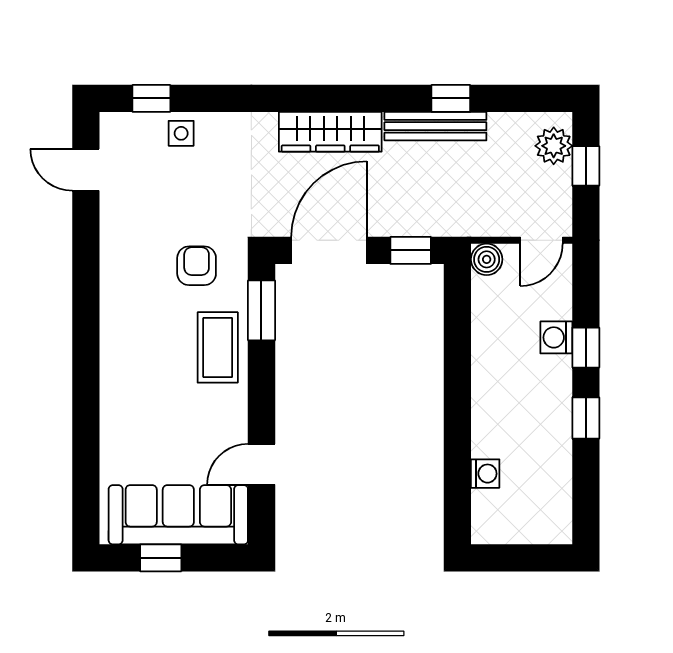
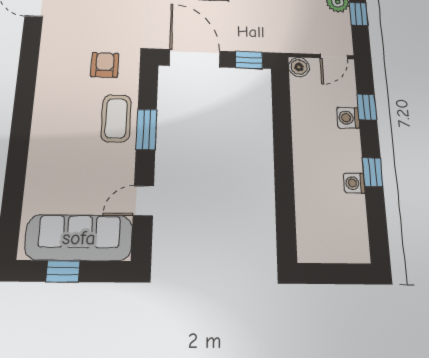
door: (329, 250) -> (195, 58), hinge flipped
window: (261, 310) -> (146, 129), moved
window: (586, 348) -> (367, 107), moved
washing machine: (485, 474) -> (354, 183), moved, turned 180

